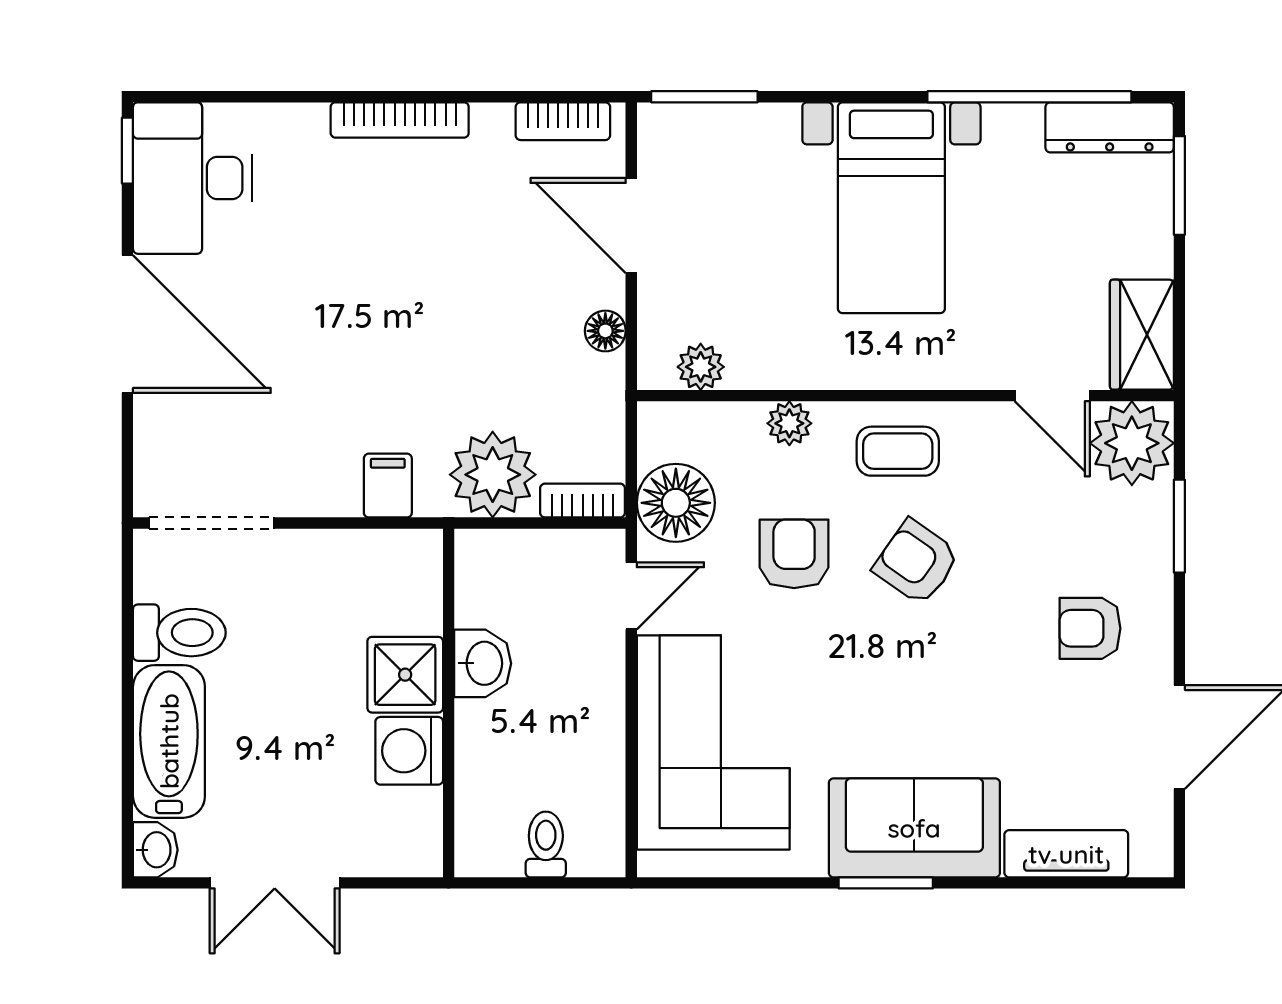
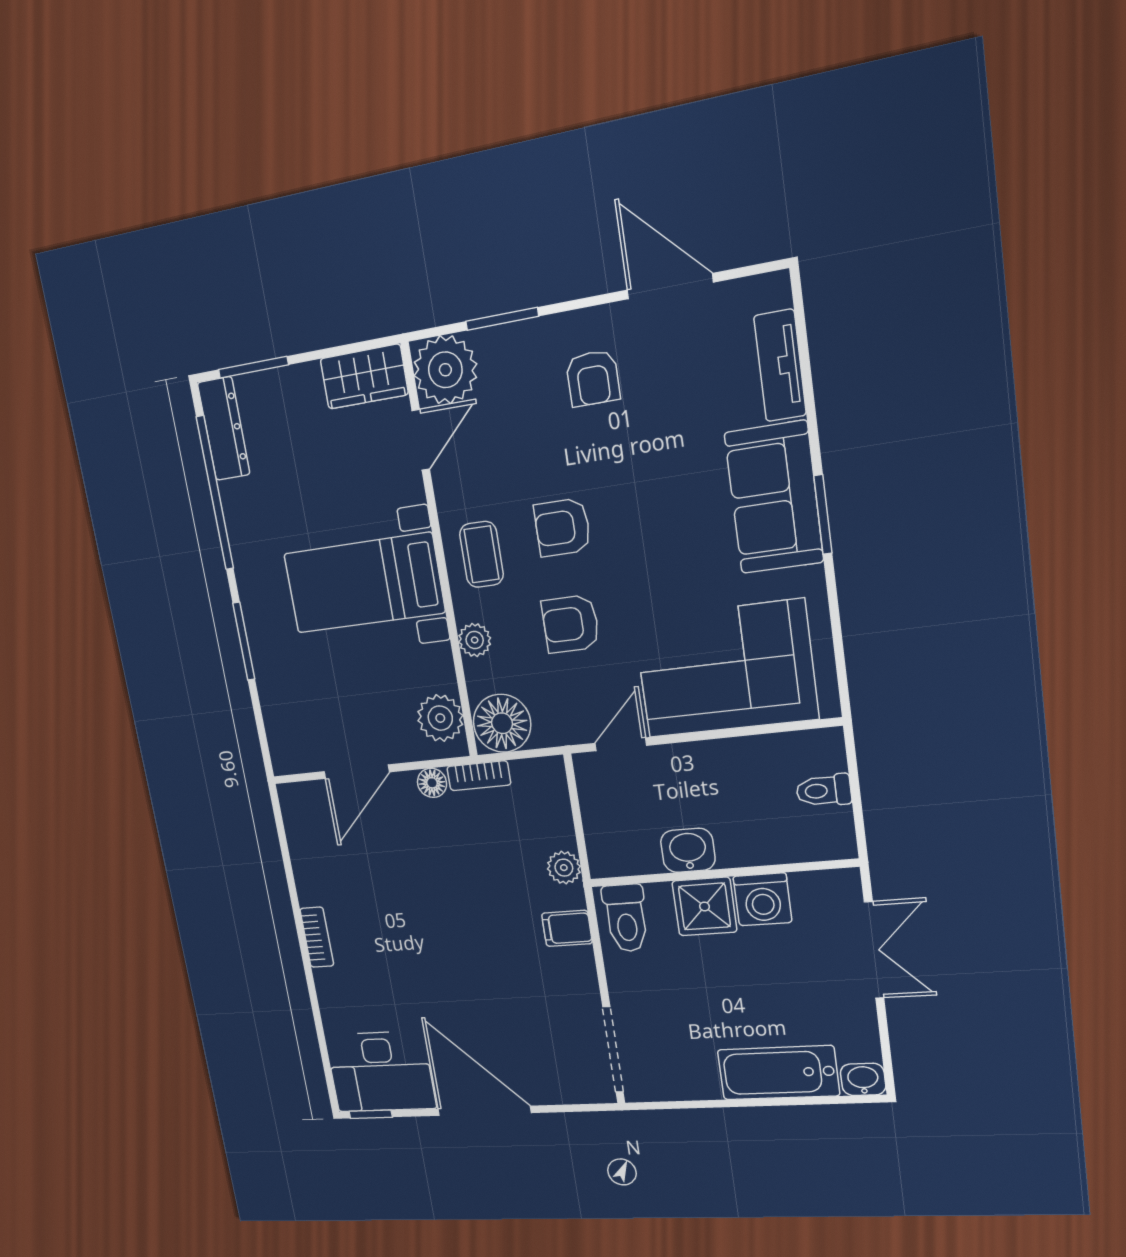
window: (704, 97) -> (244, 641), moved
bookcase: (400, 120) -> (317, 937), width x0.64
bookcase: (563, 121) -> (296, 826), removed
bed with nightstands: (891, 208) -> (364, 583), moved, turned 180
door: (127, 324) -> (484, 1111), hinge flipped
plant: (701, 367) -> (440, 718), width x1.38, depth x1.38
plant: (493, 475) -> (564, 868), width x0.53, depth x0.53
bookcase: (583, 501) -> (479, 776), moved, turned -90
floor lamp: (676, 503) -> (502, 723), moved
armchair: (916, 562) -> (562, 527), turned 55
door: (631, 596) -> (621, 744), hinge flipped
toilet: (179, 633) -> (626, 918), moved, turned 180
double door: (275, 883) -> (874, 950), moved

